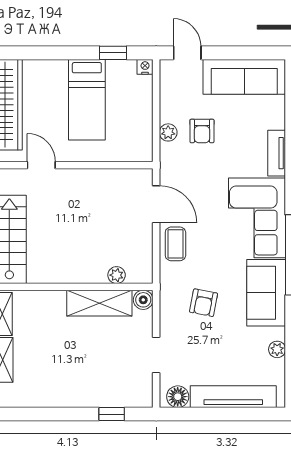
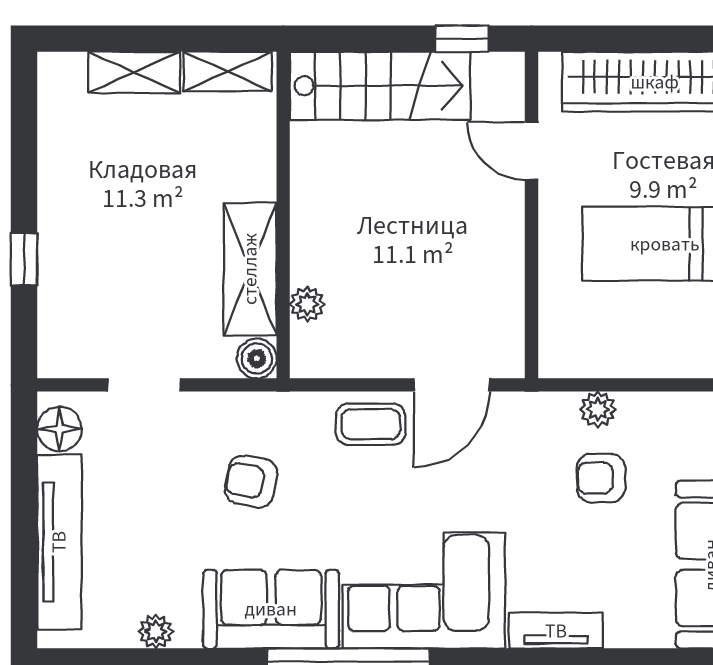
door: (41, 165) -> (531, 151), swing flipped
window: (112, 414) -> (24, 259), moved

